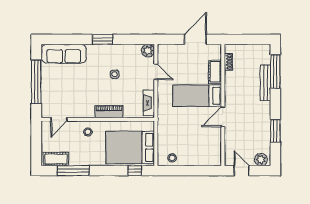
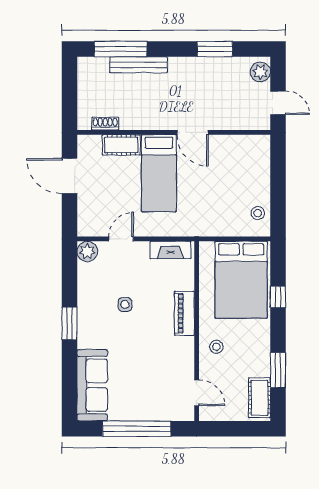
window: (73, 171) -> (278, 370), width x0.69
window: (135, 171) -> (278, 297), moved
door: (242, 171) -> (278, 103), swing flipped

